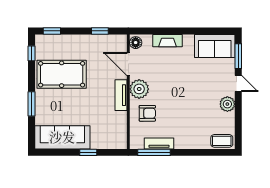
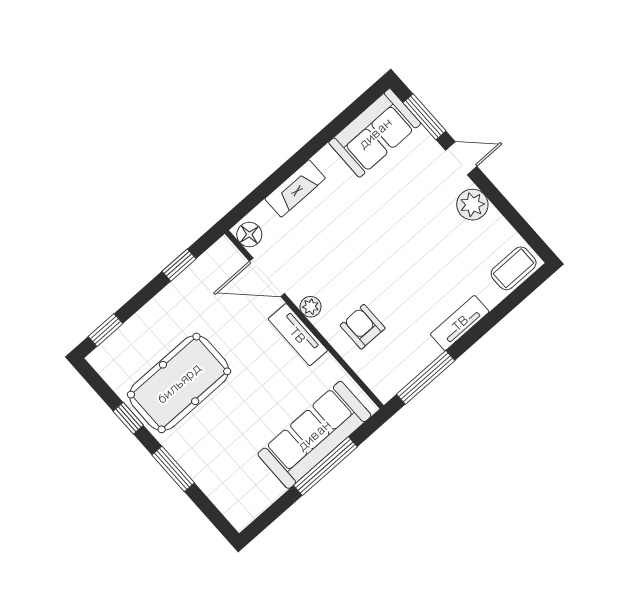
window: (32, 53) -> (128, 418), moved
plant: (139, 89) -> (311, 307), width x0.53, depth x0.53
armchair: (147, 113) -> (363, 327), turned -90
sofa: (62, 137) -> (314, 435), moved
tv unit: (159, 143) -> (460, 323), moved
window: (88, 152) -> (325, 466), width x2.17

